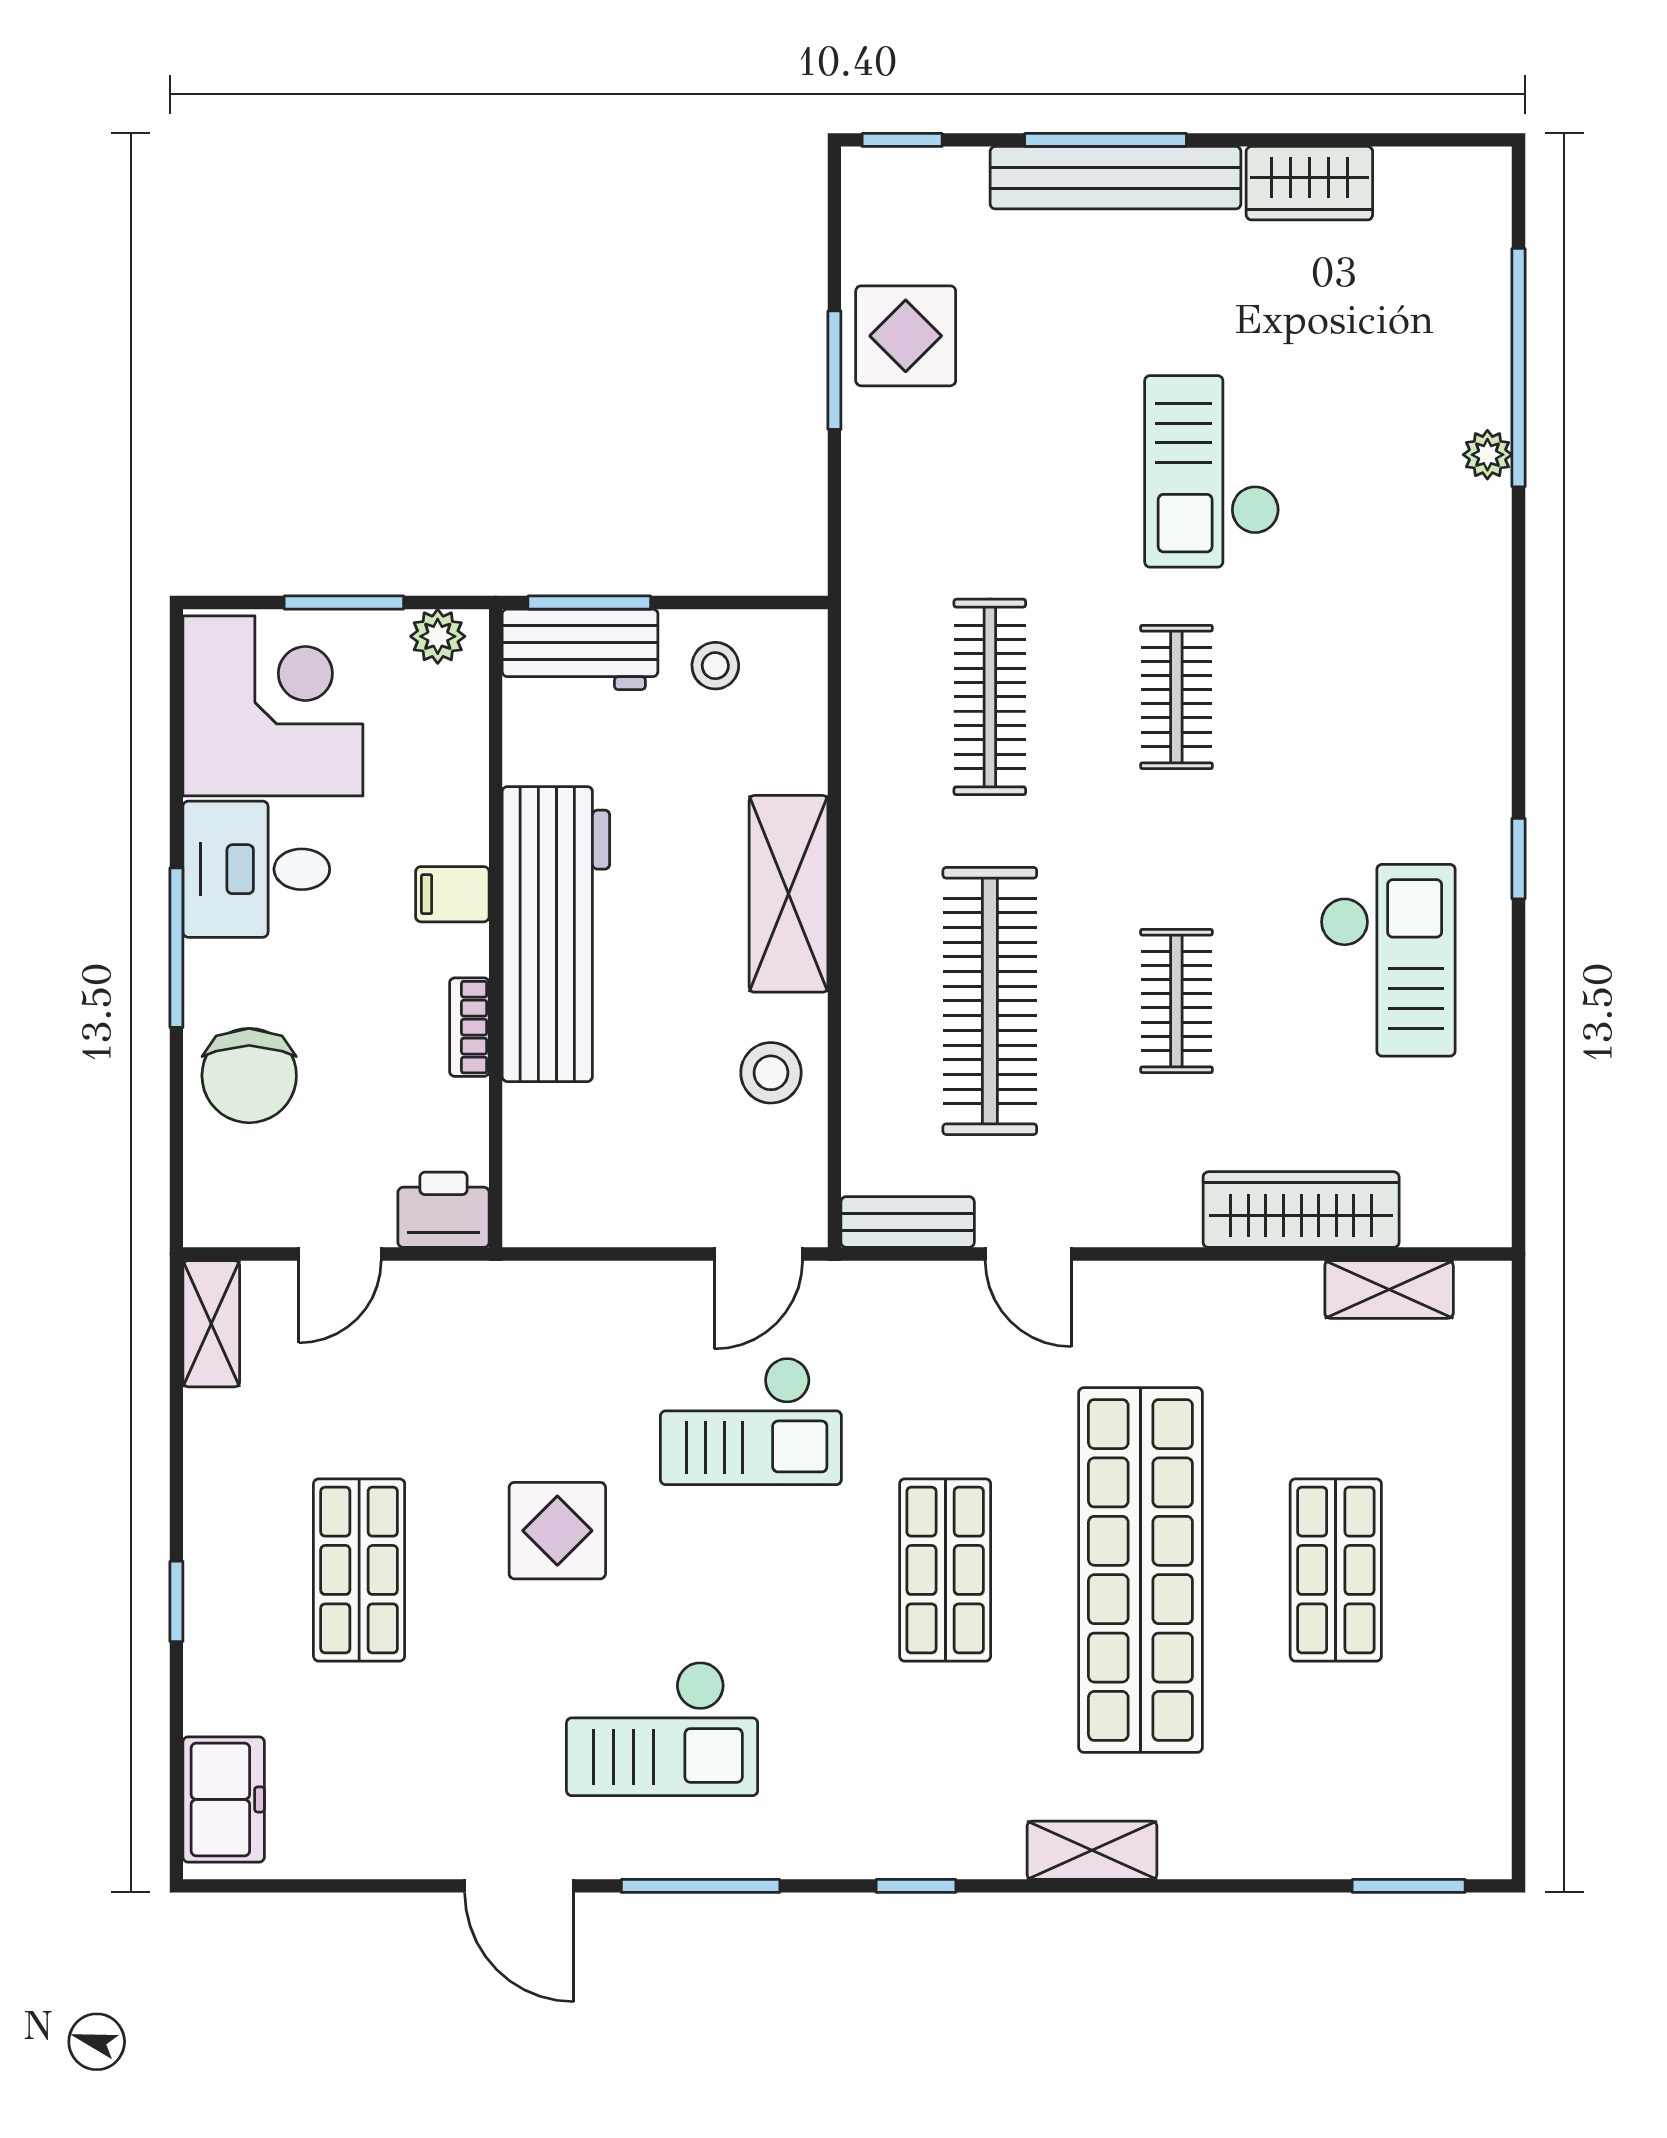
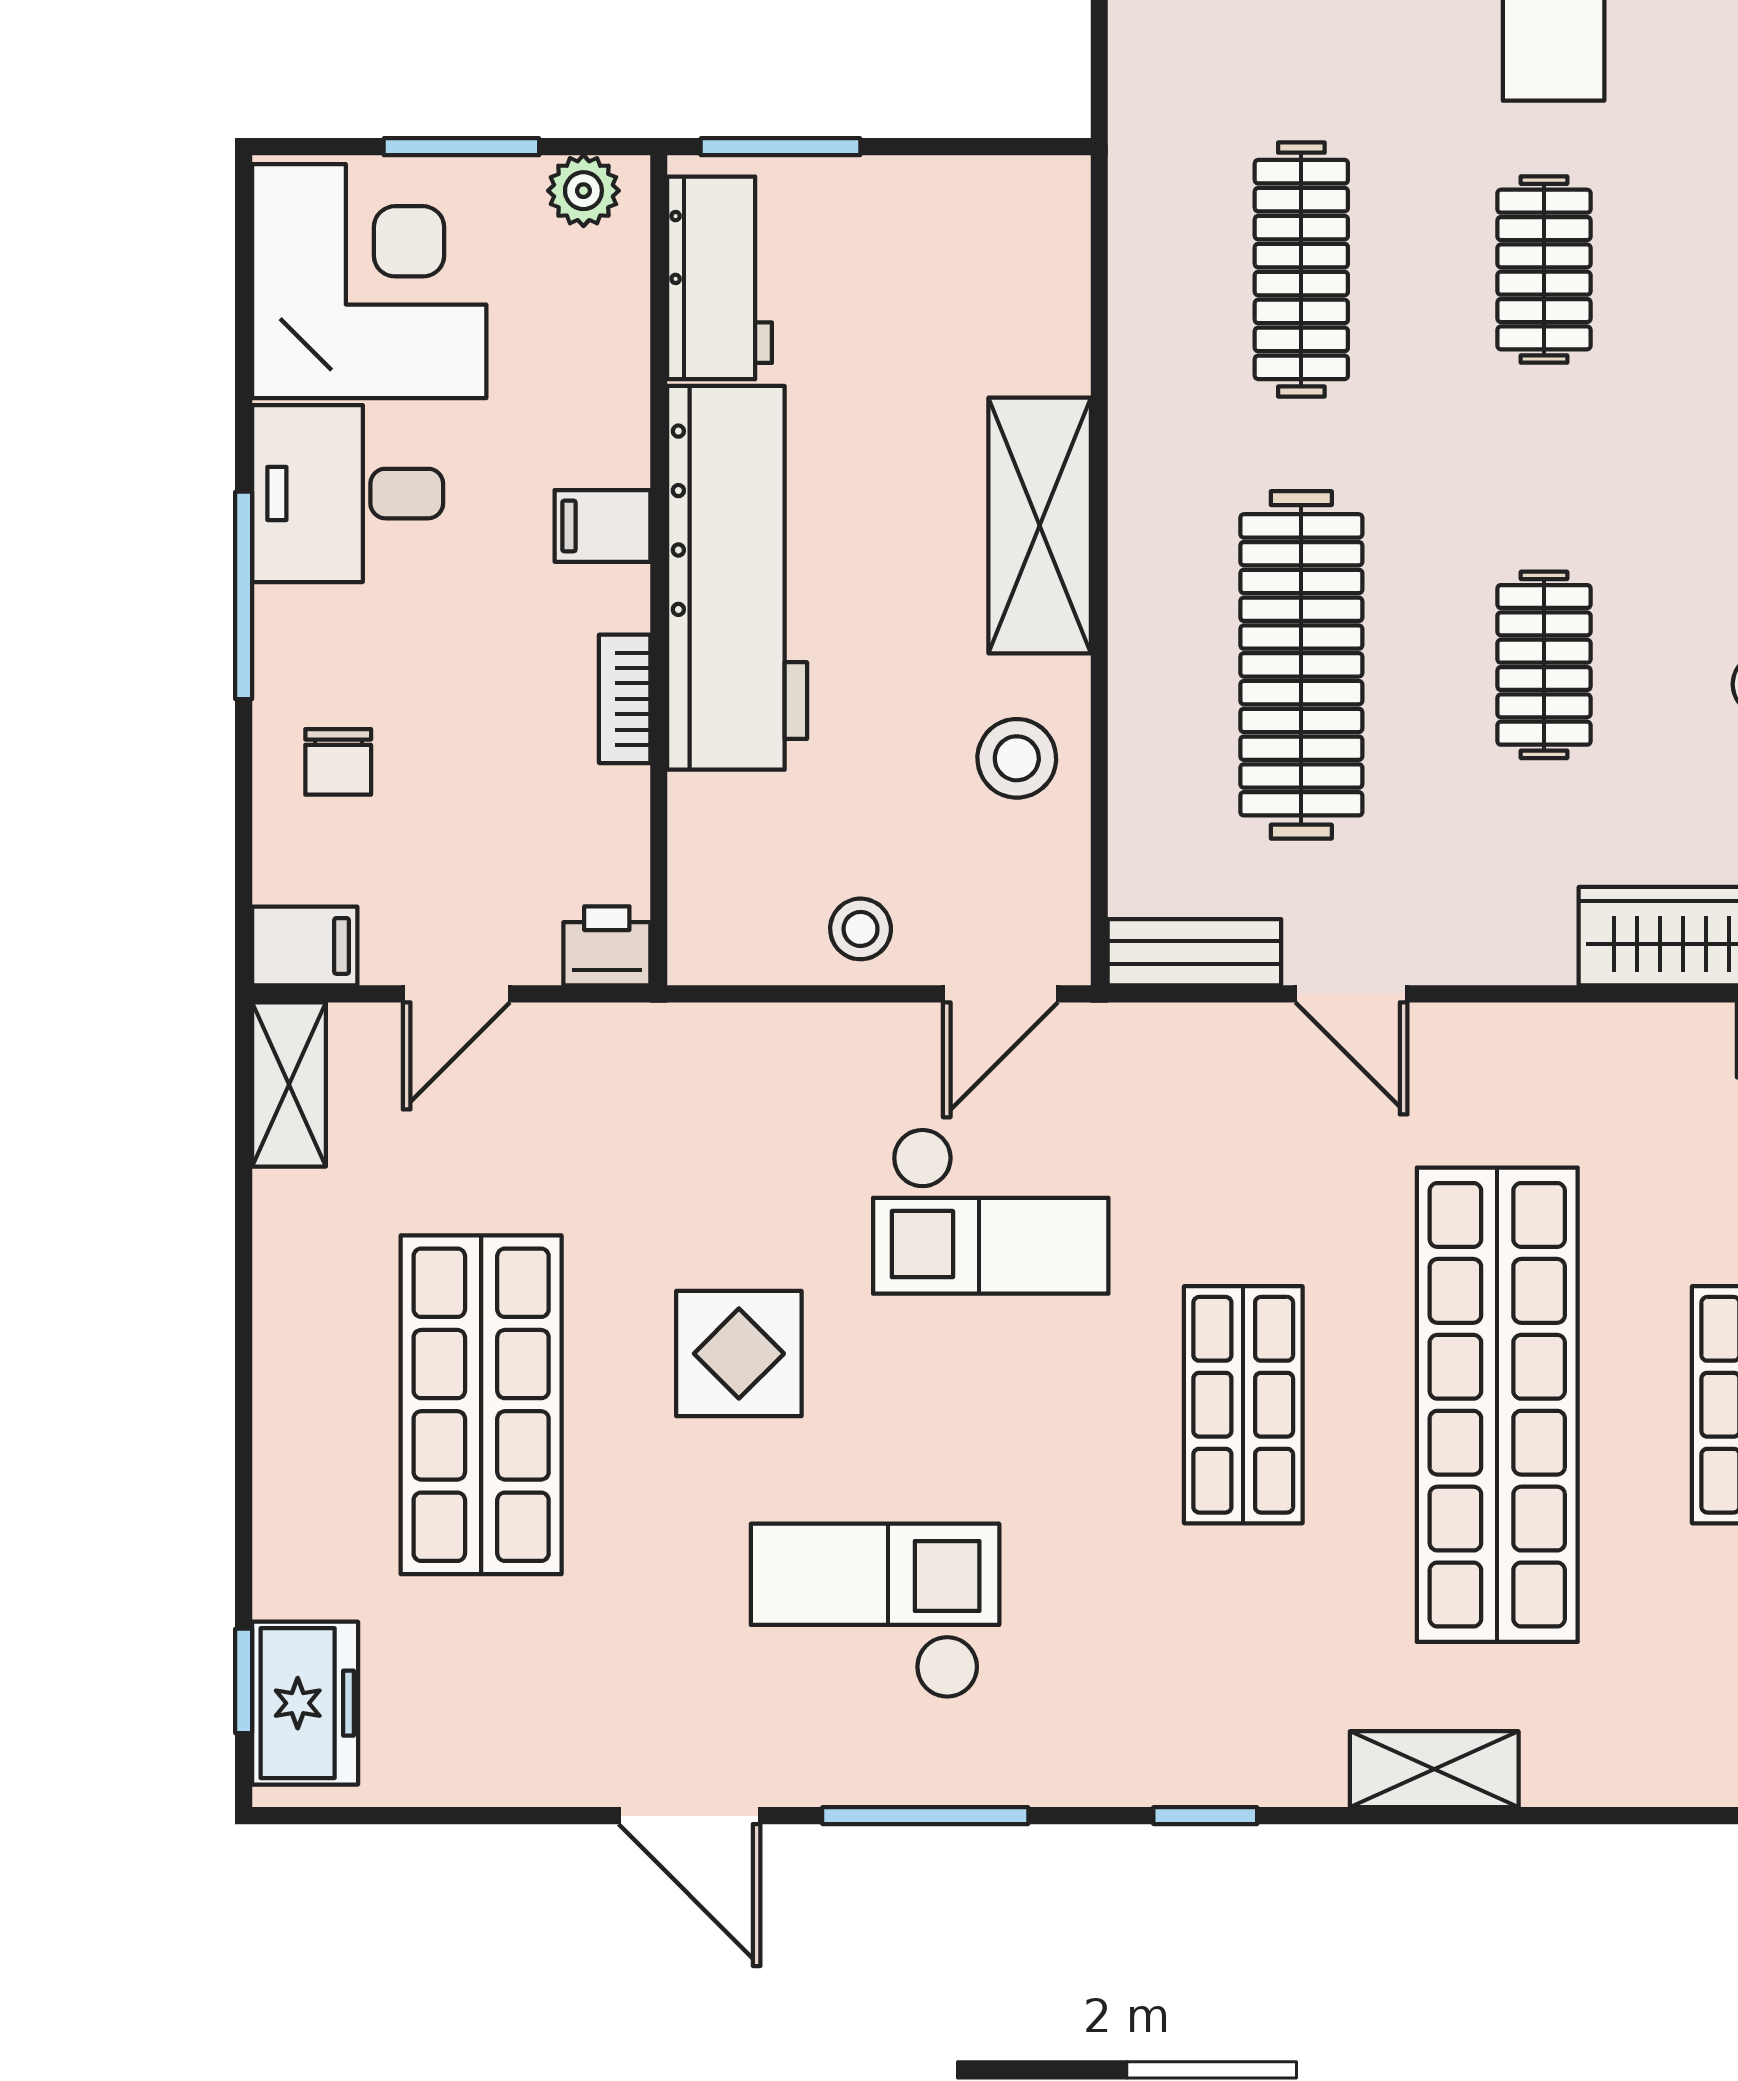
workbench: (580, 649) -> (720, 278), moved, turned -90
stool: (715, 666) -> (861, 929), moved
chair: (249, 1076) -> (338, 762), width x0.54, depth x0.54
printer: (444, 1210) -> (607, 946), width x0.73, depth x0.81
filing cabinet: (223, 1217) -> (305, 946), added
shop shelf: (359, 1570) -> (481, 1405), width x1.43, depth x1.36
window: (176, 1601) -> (244, 1681), moved
checkout: (662, 1729) -> (875, 1611), turned 180

